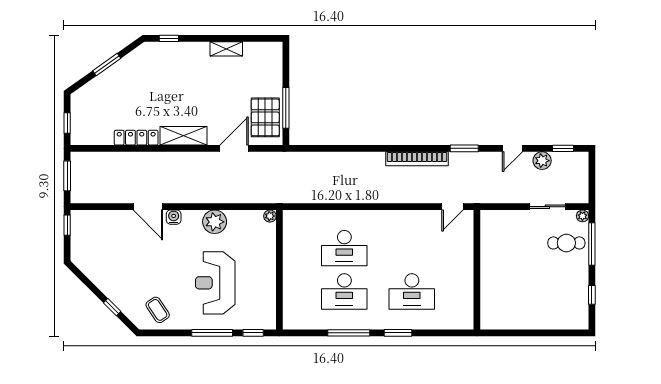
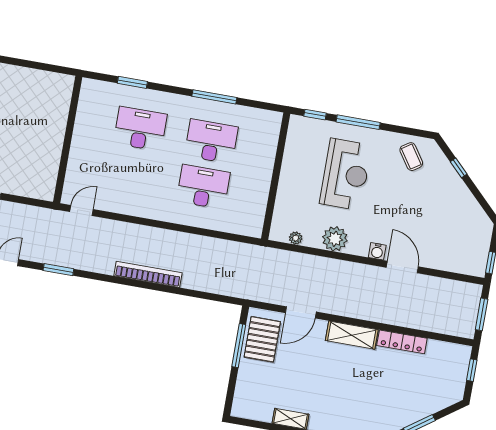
bookcase: (417, 159) -> (148, 274), moved
plant: (270, 216) -> (296, 238), moved
window: (398, 333) -> (132, 82), moved

